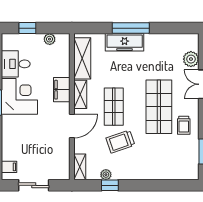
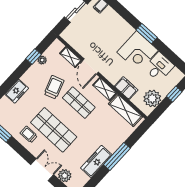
plant: (50, 39) -> (152, 98), width x1.87, depth x1.87
freezer: (125, 42) -> (96, 161), moved
filing cabinet: (62, 90) -> (126, 88), moved
shelving: (80, 167) -> (71, 57), moved
freezer: (155, 172) -> (17, 91), added

